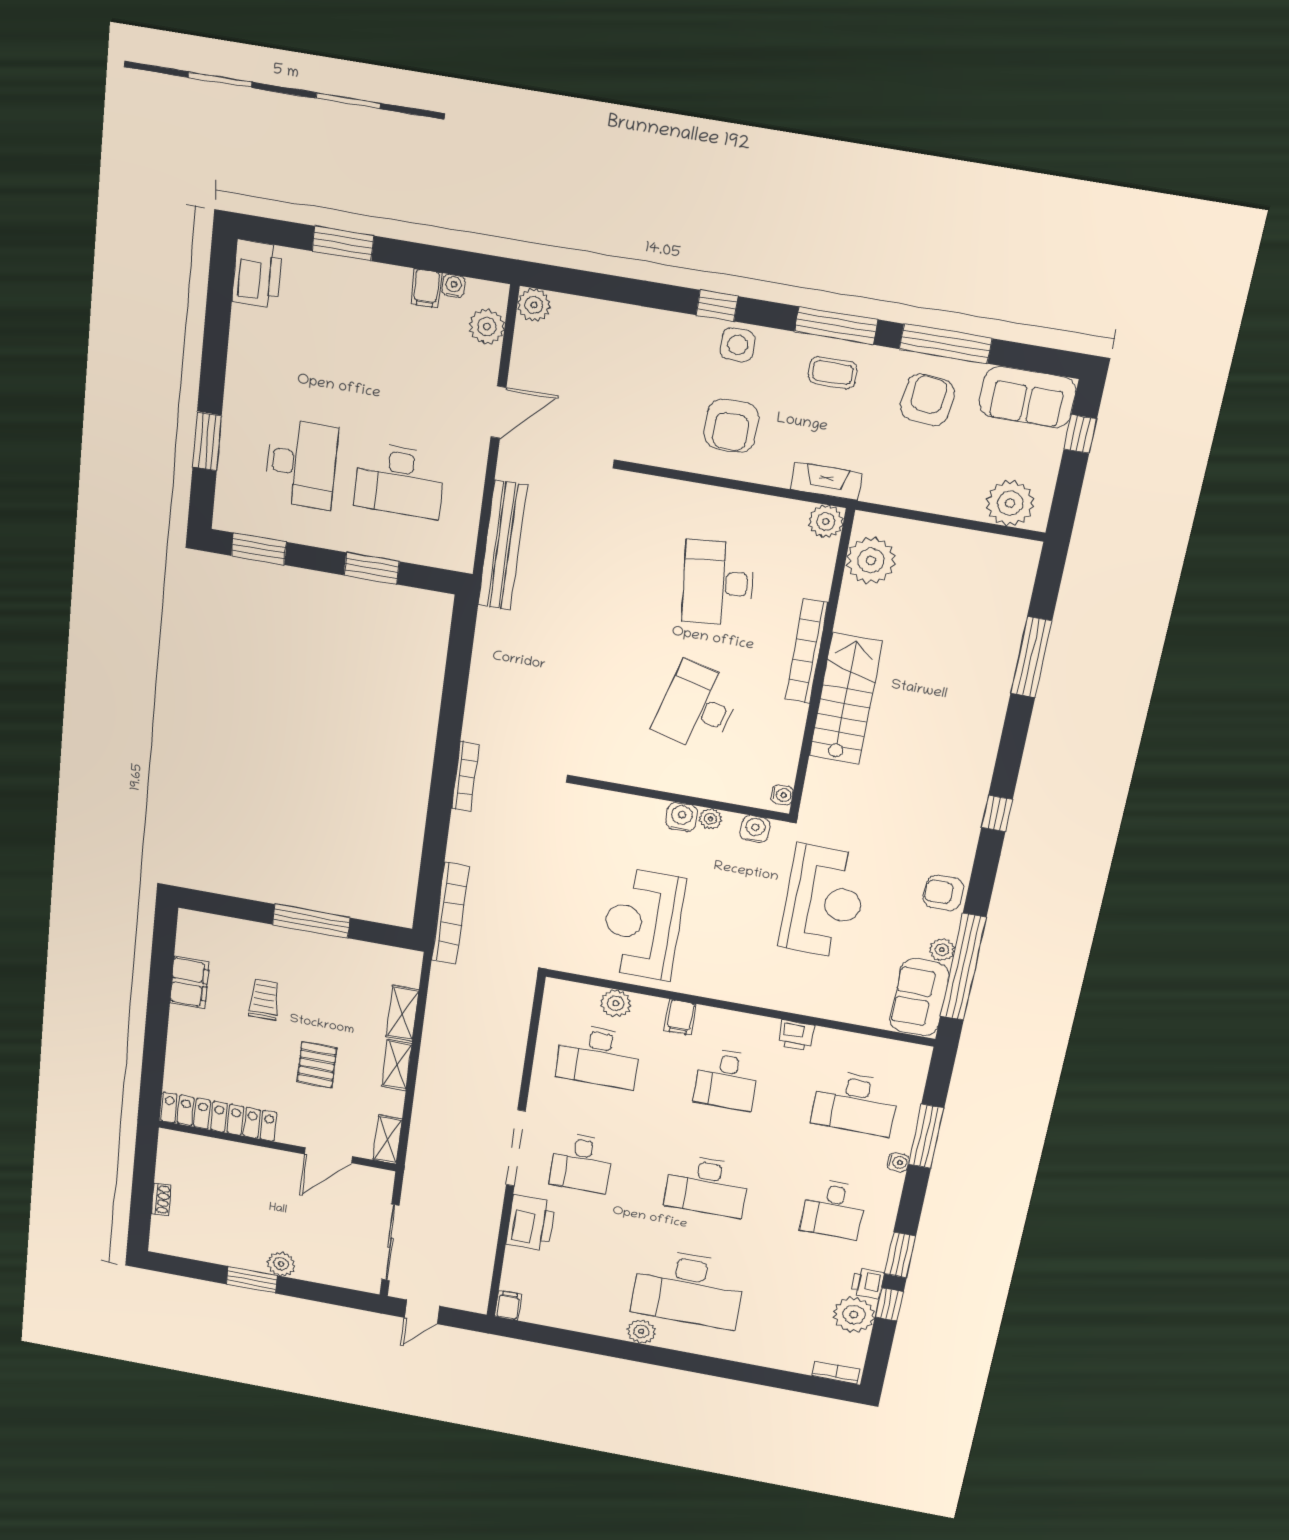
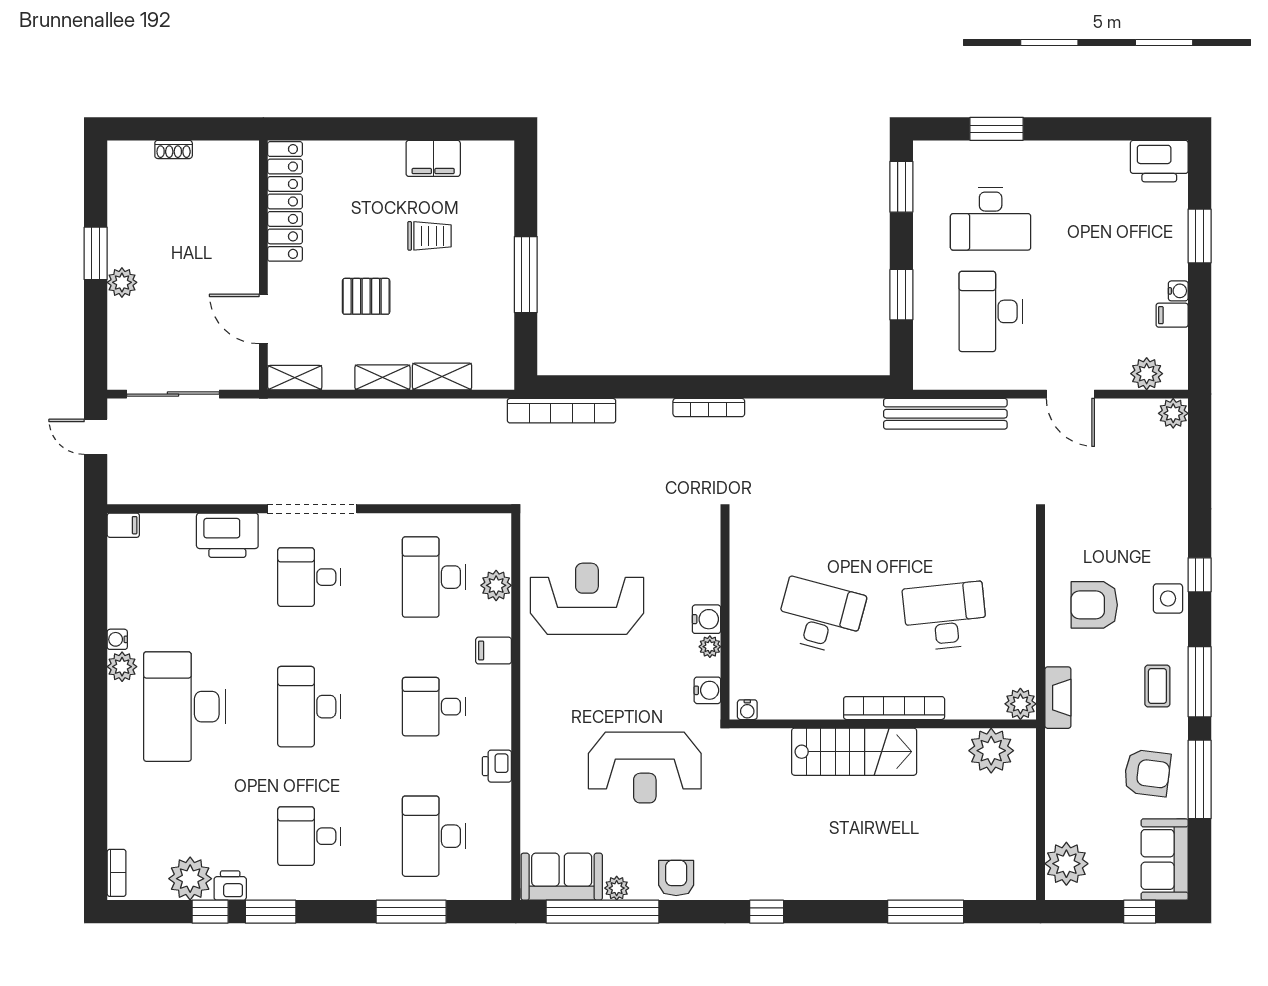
water cooler: (454, 286) -> (1178, 291), moved
water cooler: (898, 1162) -> (117, 639), moved, turned 90

